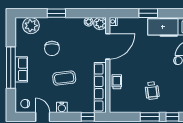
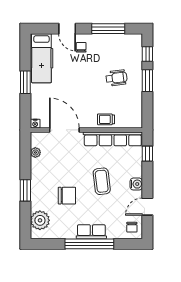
plant: (100, 24) -> (38, 139), removed

